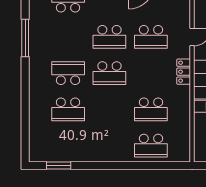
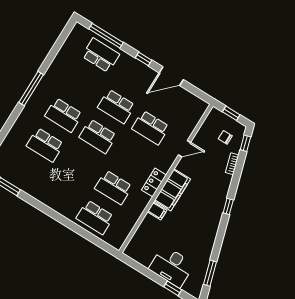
window: (25, 38) -> (31, 89), moved
locker: (184, 72) -> (154, 182), moved
school desk: (68, 73) -> (64, 115), turned 180

